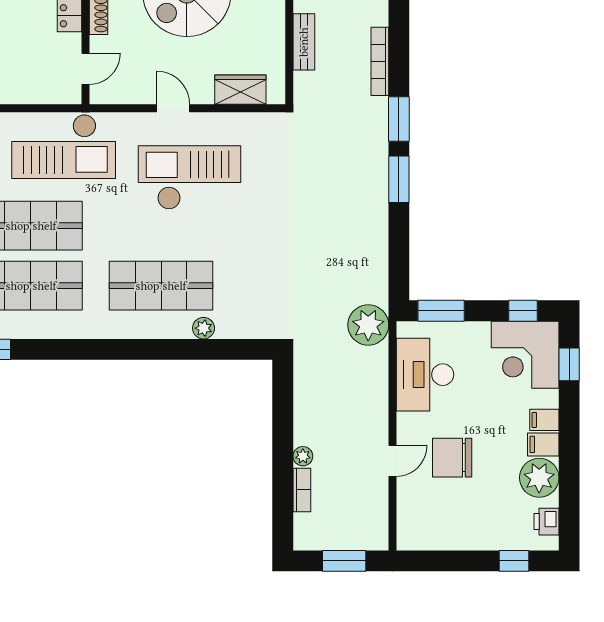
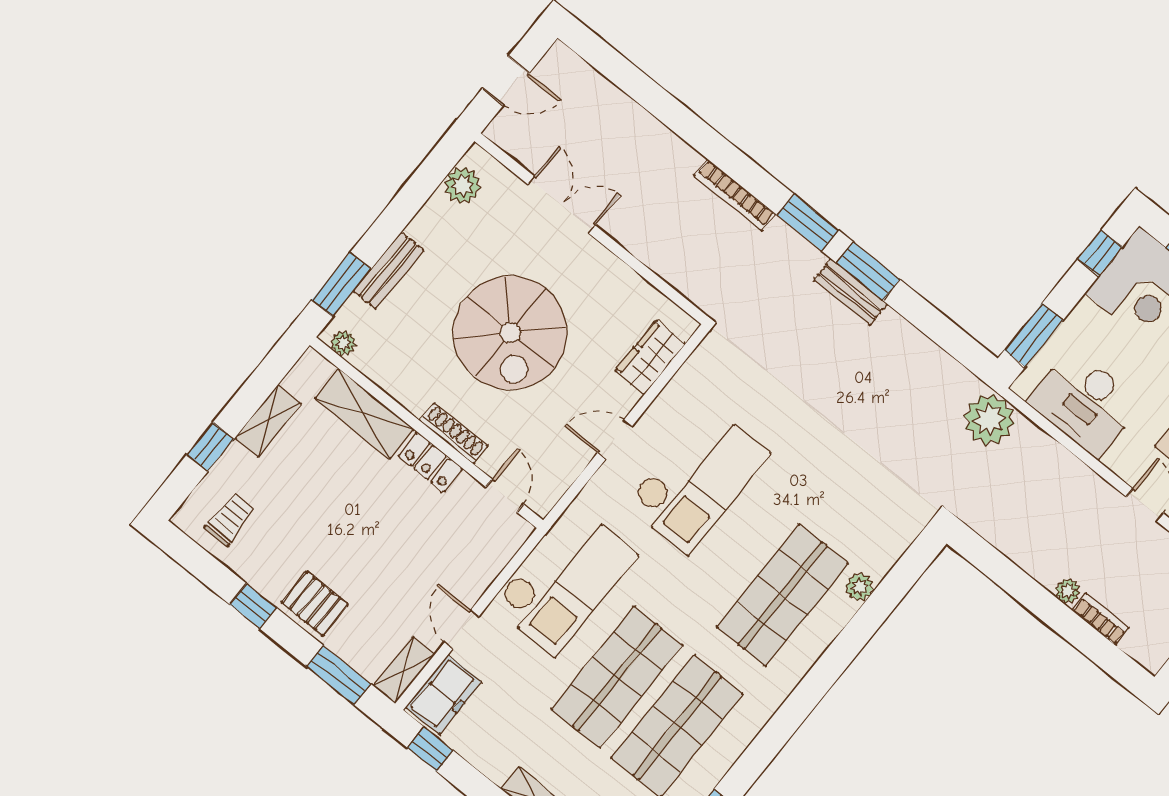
bench: (304, 42) -> (851, 292), moved
checkout: (189, 178) -> (697, 479), turned 180

